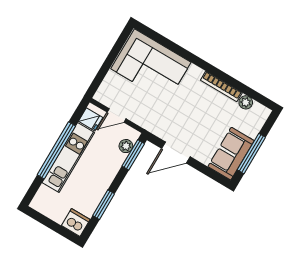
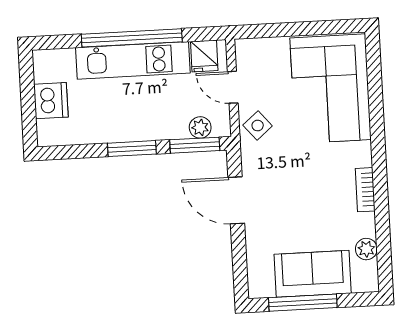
bookcase: (221, 86) -> (365, 190), width x0.64
side table: (145, 116) -> (258, 126), added
sofa: (231, 154) -> (313, 274), moved
window: (104, 205) -> (132, 149), moved
dishwasher: (76, 223) -> (51, 101), moved

